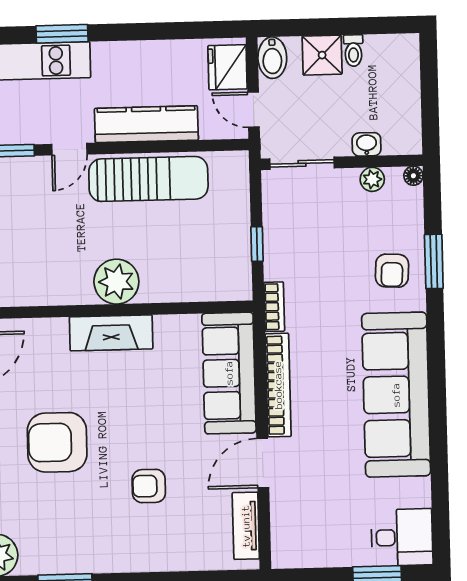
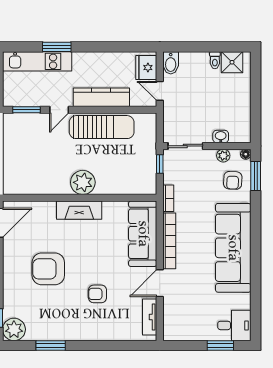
shower: (322, 55) -> (232, 62), moved
washbasin: (367, 144) -> (221, 136), moved
wall: (342, 162) -> (207, 146), moved
sliding door: (302, 163) -> (185, 146), moved
floor lamp: (413, 176) -> (246, 154), moved
plant: (372, 179) -> (223, 156), moved

